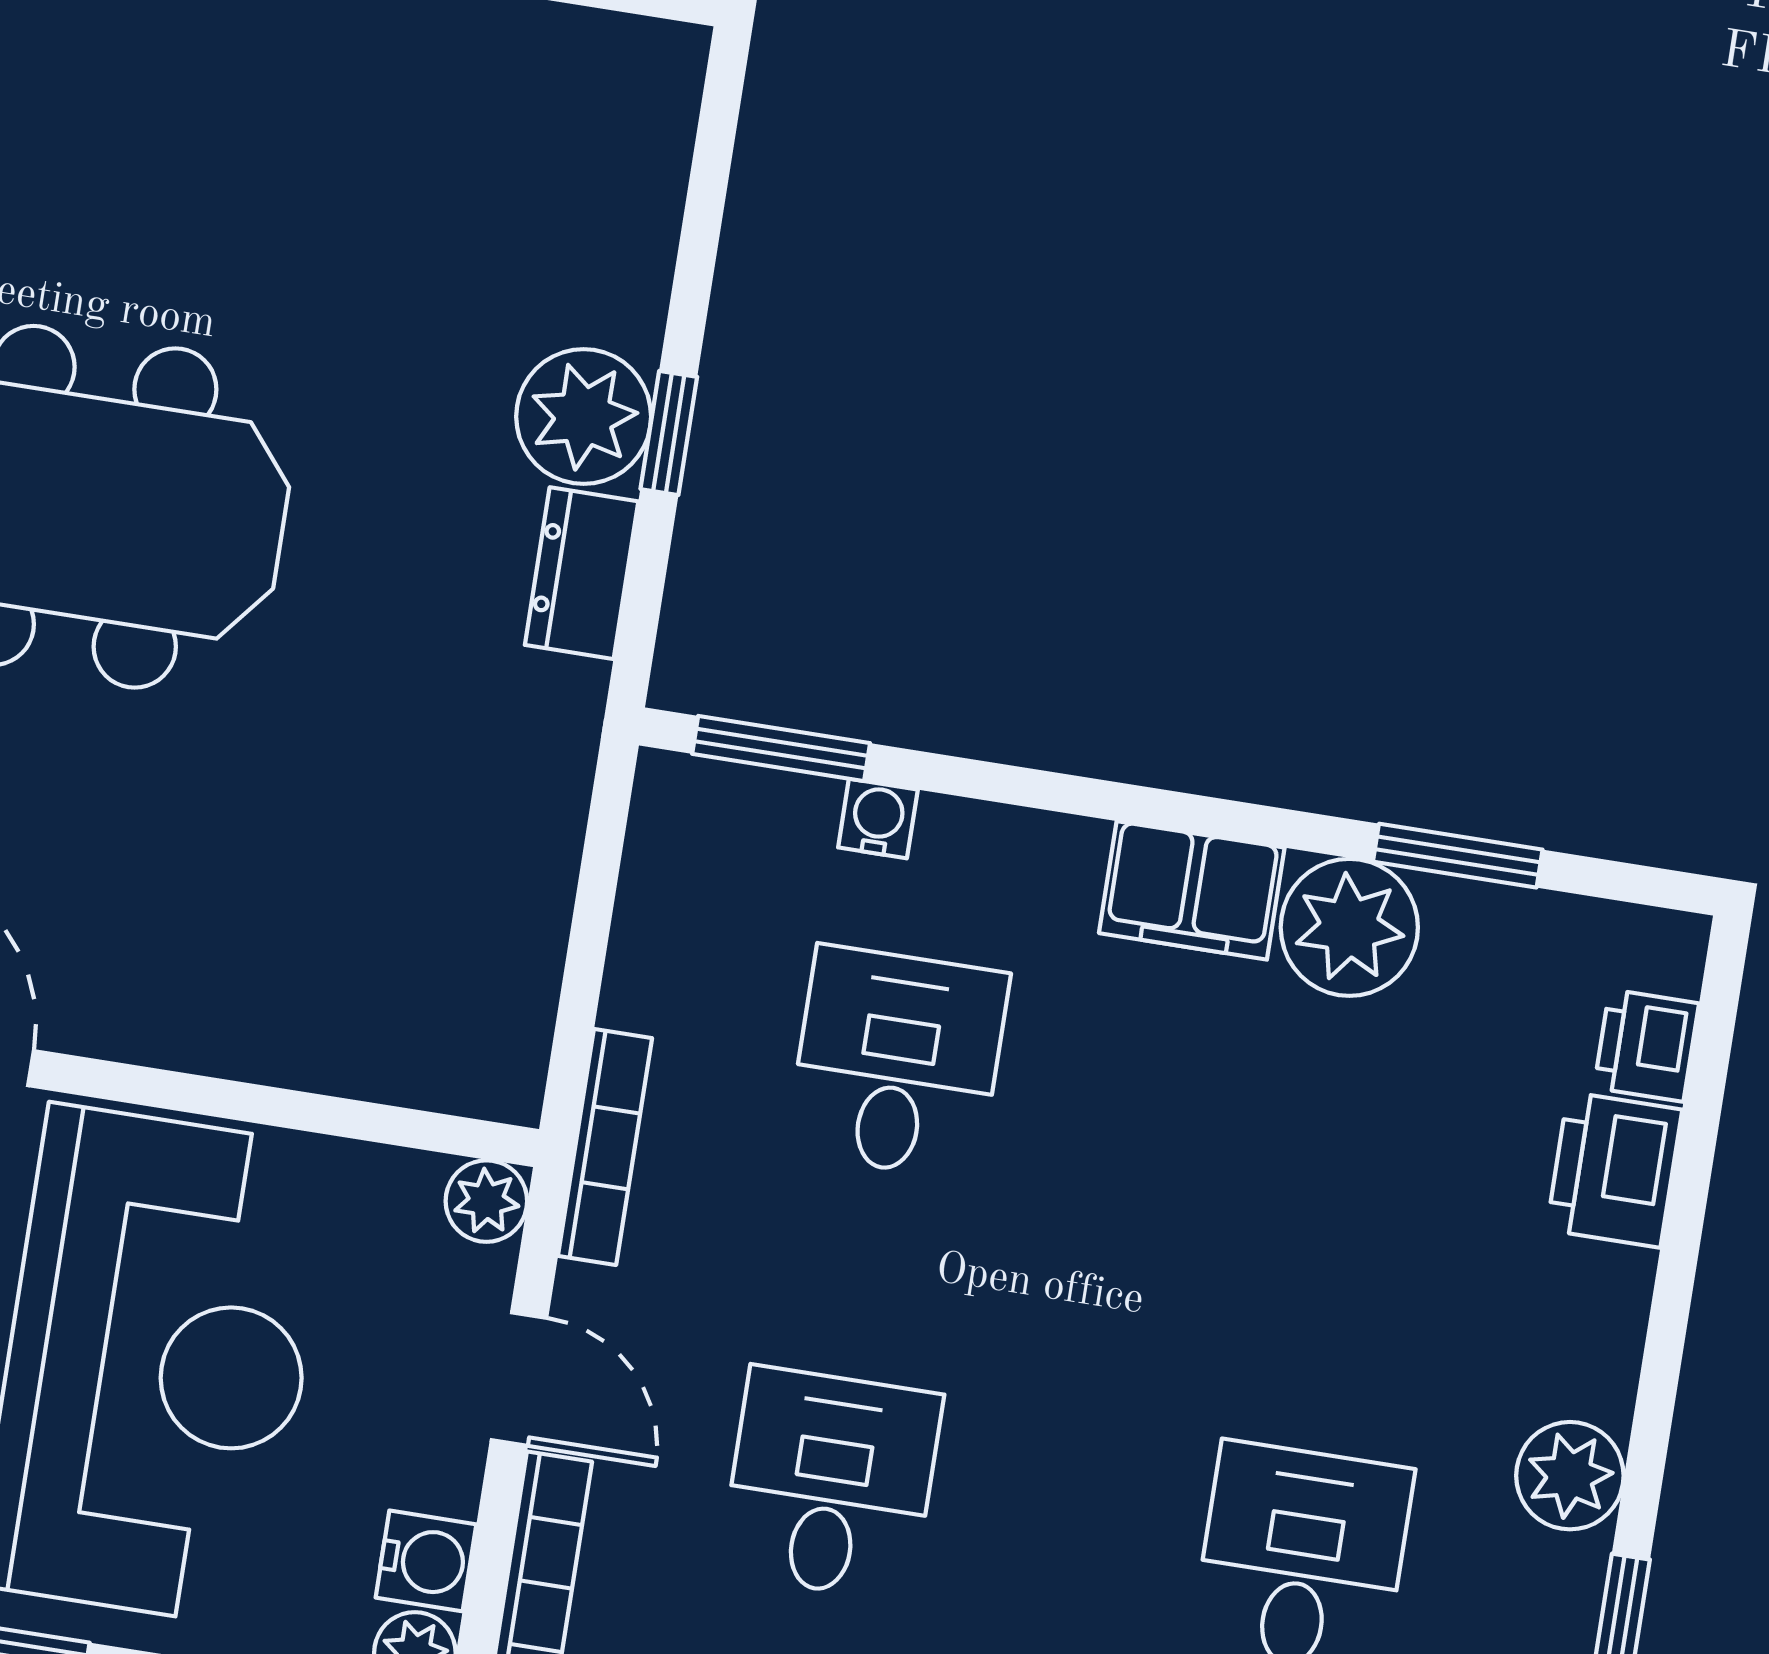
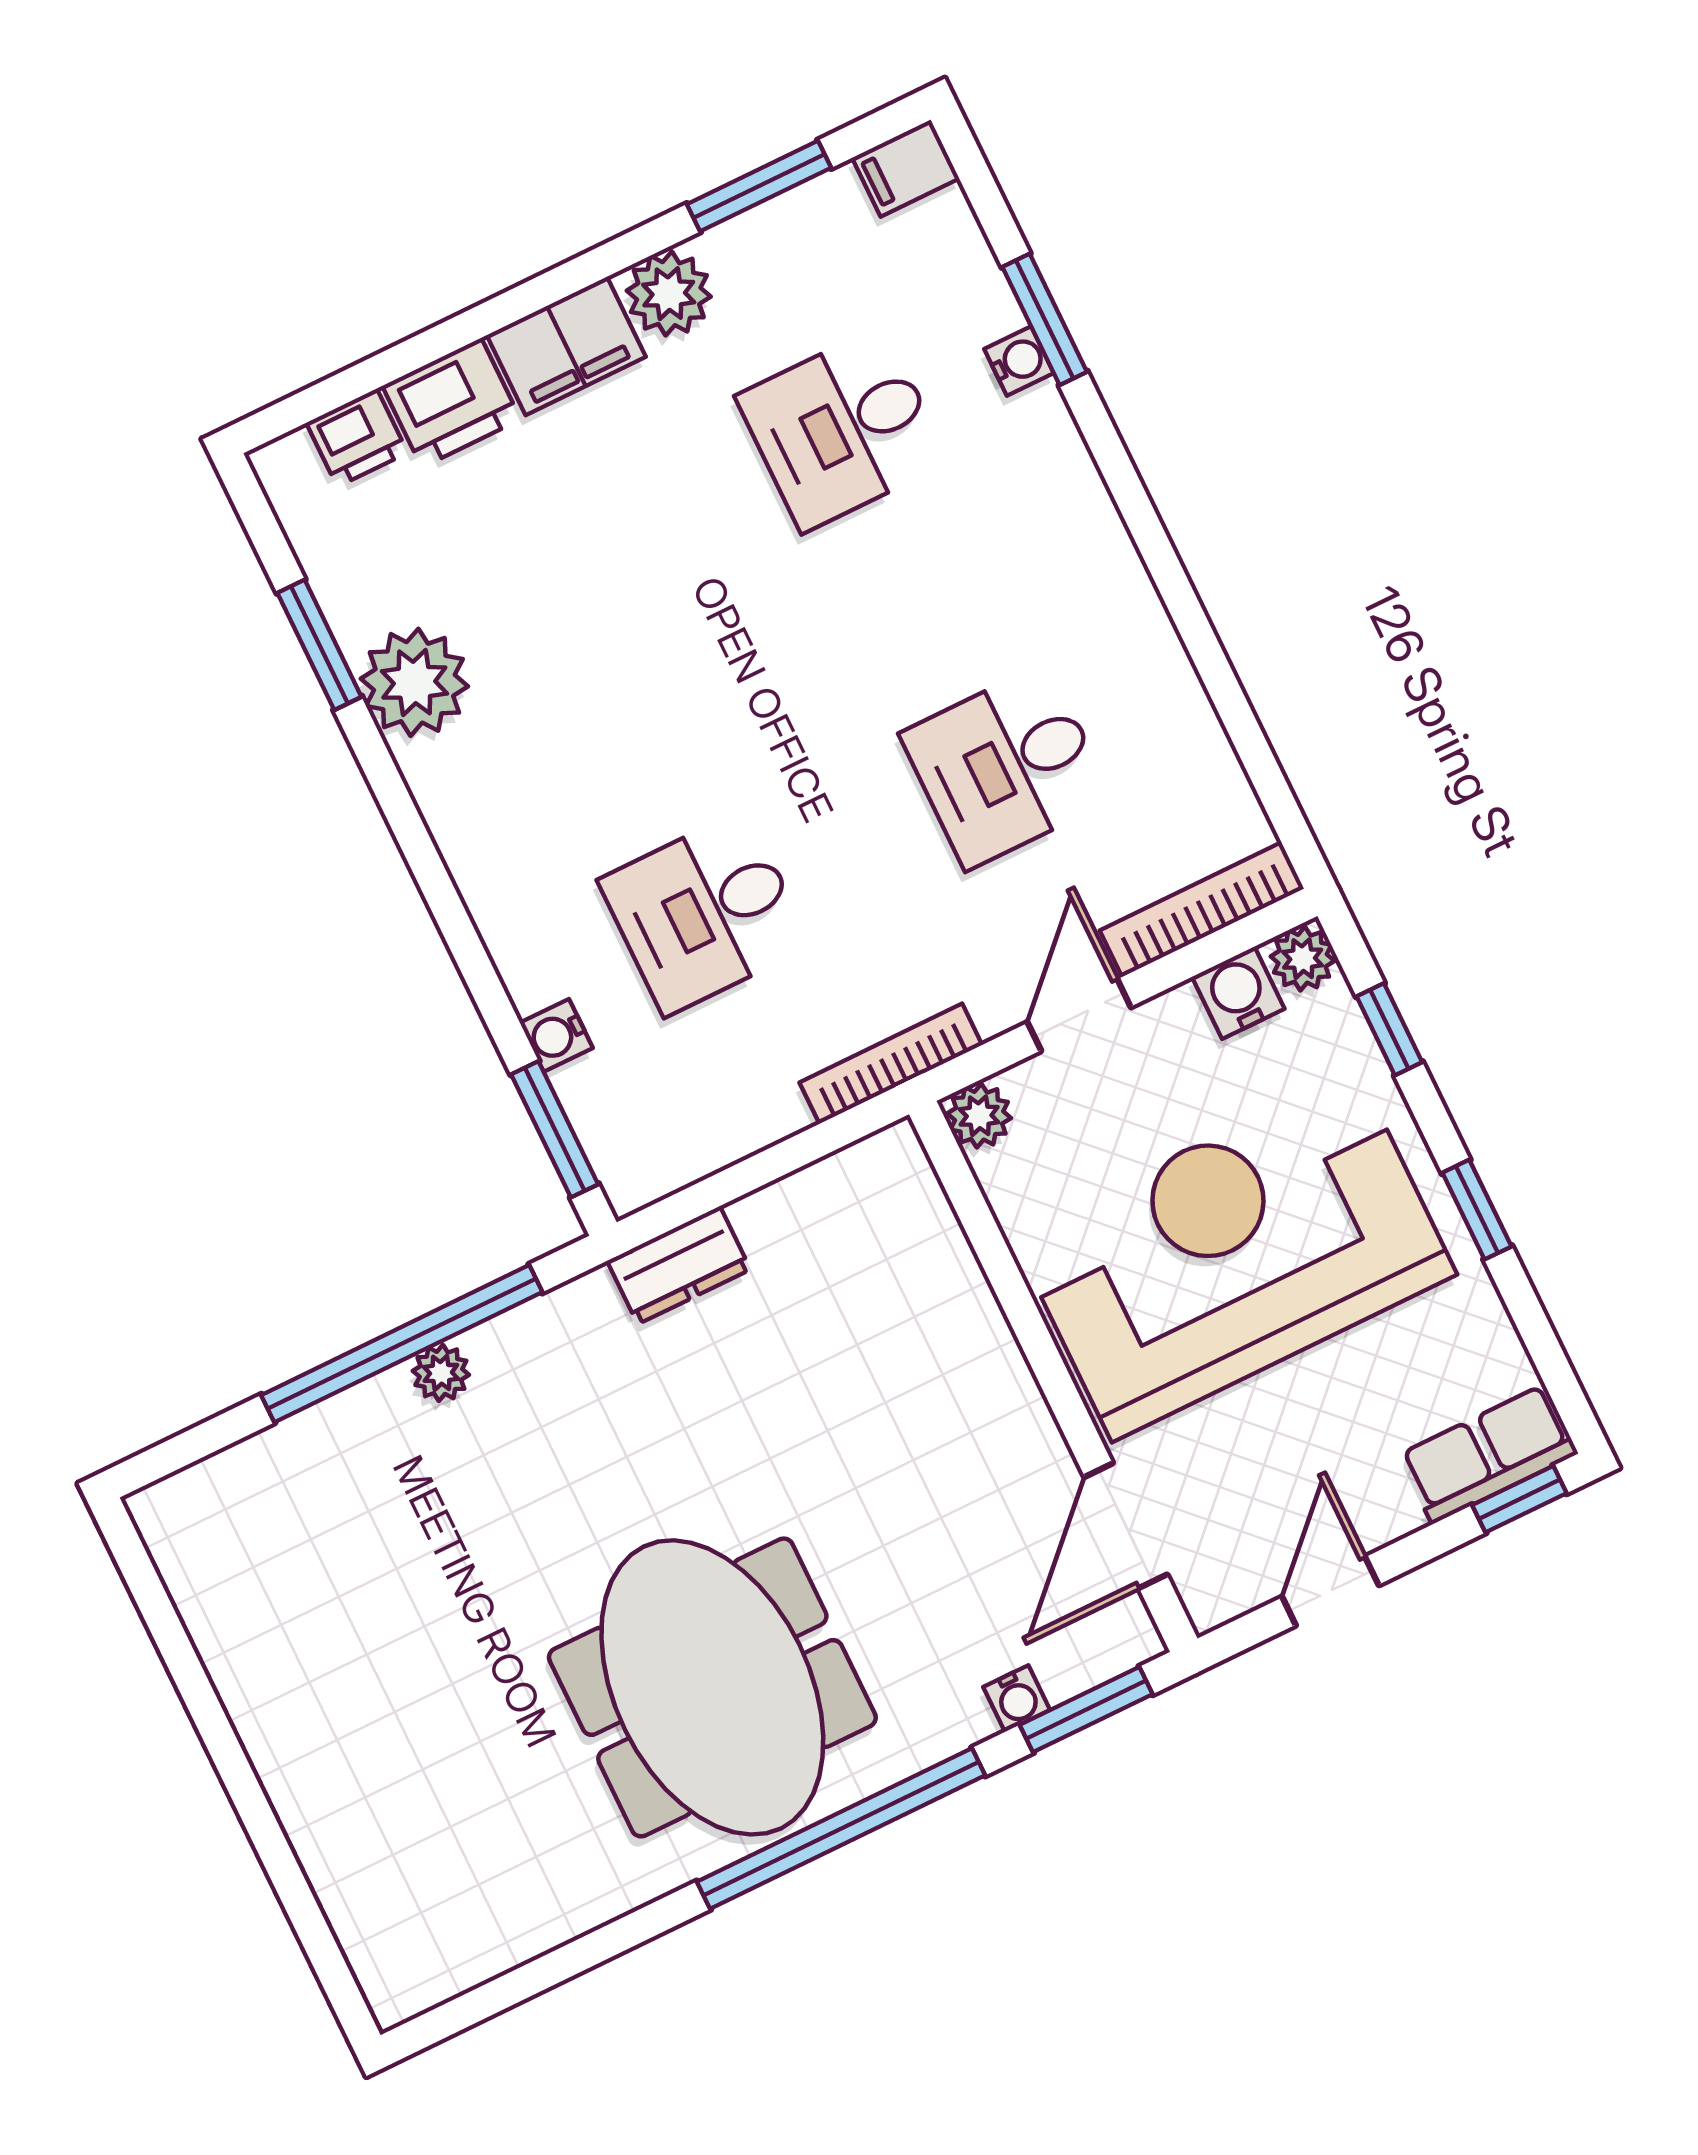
plant: (584, 417) -> (441, 1373), width x0.53, depth x0.53
window: (669, 433) -> (402, 1344), width x3.17
dresser: (582, 573) -> (679, 1265), moved
filing cabinet: (1192, 890) -> (566, 346), moved, turned 90

